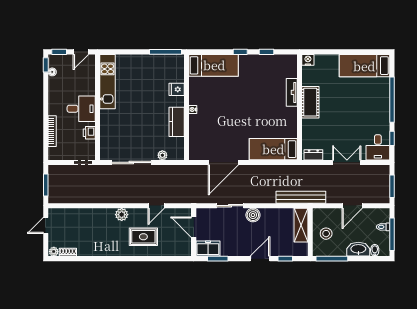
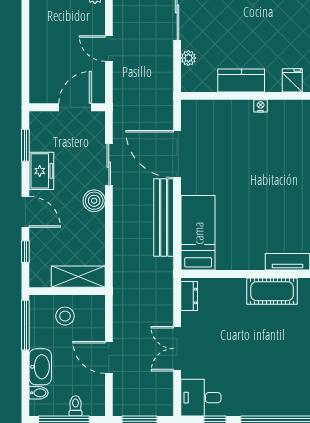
double door: (347, 162) -> (177, 349), swing flipped
bench: (301, 197) -> (164, 217), moved
rug: (143, 237) -> (60, 28), removed
freezer: (208, 248) -> (41, 171), moved

